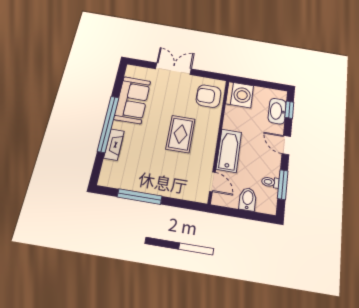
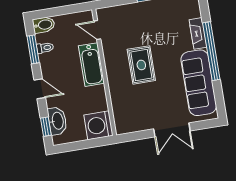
armchair: (209, 96) -> (128, 113), removed
sofa: (132, 100) -> (199, 83), width x1.36
bidet: (248, 199) -> (44, 25), moved, turned -90

